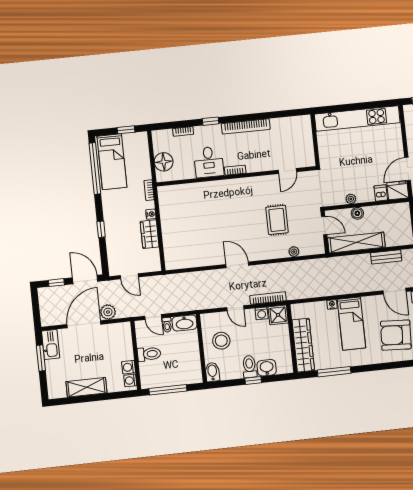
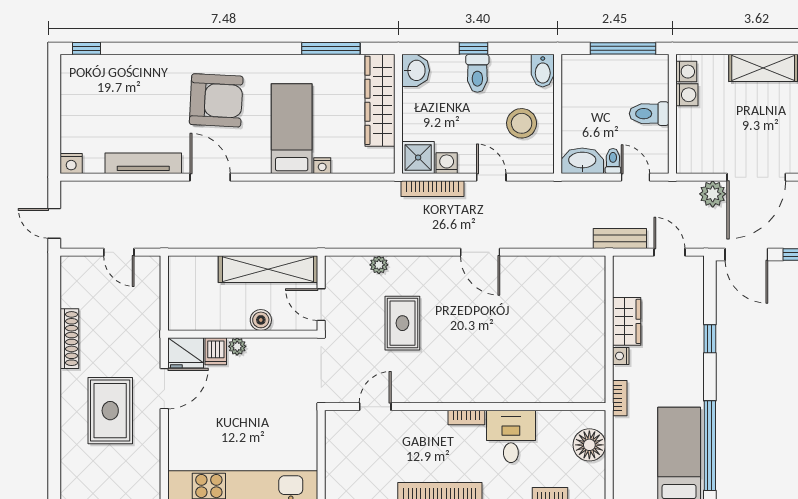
plant: (351, 199) -> (237, 346), moved
bench: (386, 257) -> (620, 238), moved
washbasin: (267, 368) -> (416, 70), moved, turned -90

